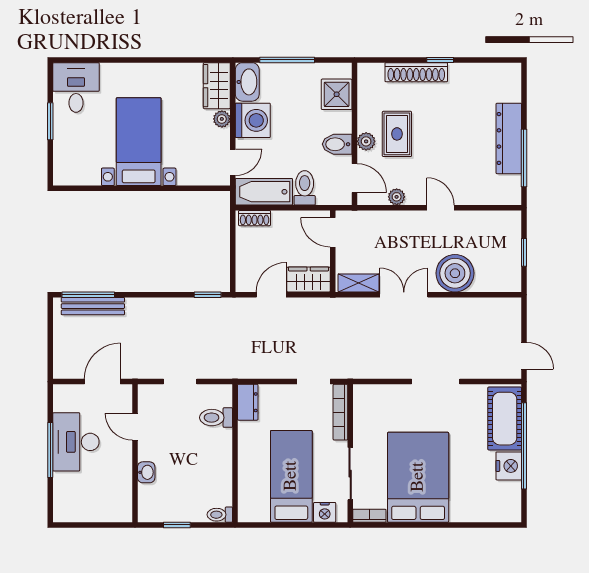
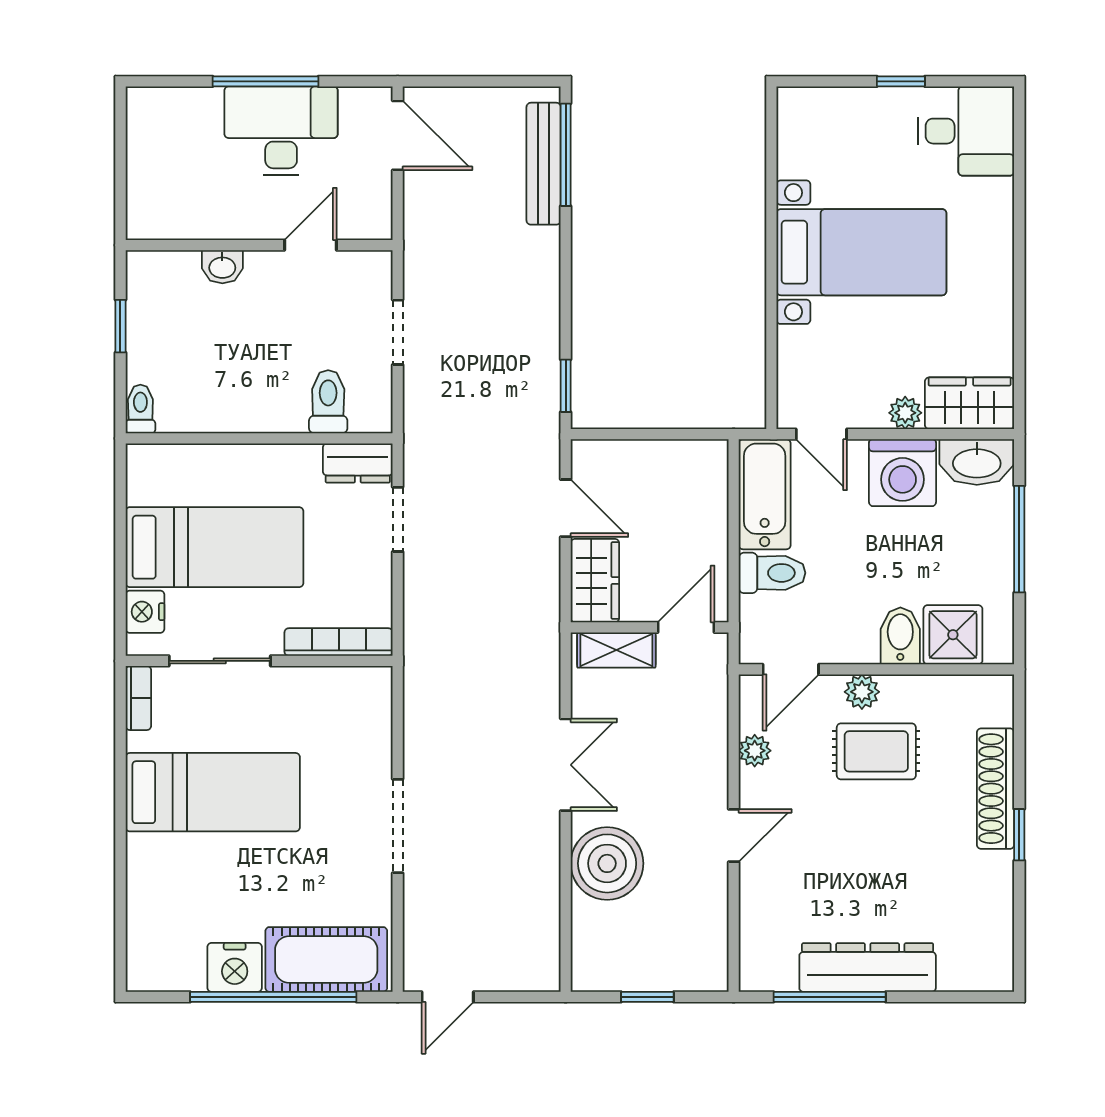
window: (50, 121) -> (901, 81), width x0.67
bidet: (337, 144) -> (900, 636), moved
shoe rack: (255, 218) -> (714, 476), removed
shelving: (358, 283) -> (616, 650), moved, turned 90
door: (102, 382) -> (398, 135), moved
doorway: (314, 382) -> (398, 519), moved
bed: (418, 477) -> (213, 792), width x0.67

